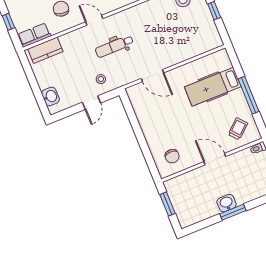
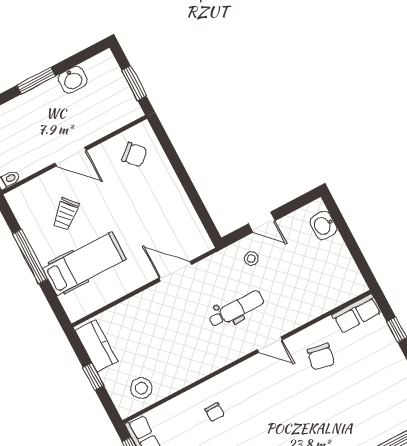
kitchen counter: (45, 50) -> (96, 346), moved, turned 90
door: (91, 103) -> (262, 222), swing flipped
trolley: (238, 129) -> (66, 214), moved
chair: (172, 156) -> (134, 155), turned 138
washbasin: (227, 203) -> (73, 80), moved

